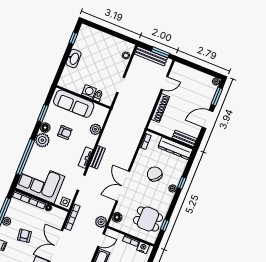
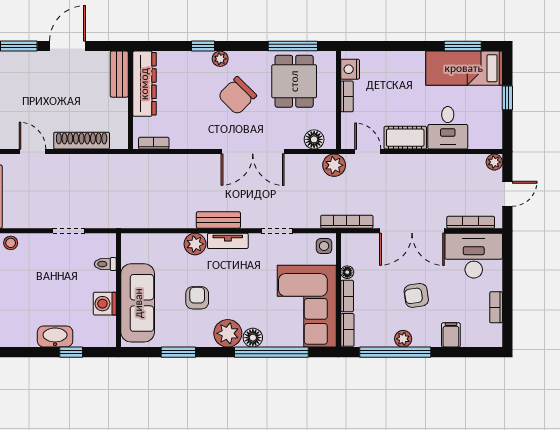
window: (73, 38) -> (71, 352), moved
washing machine: (89, 92) -> (105, 304), moved
door: (207, 119) -> (68, 46), swing flipped
floor lamp: (45, 128) -> (253, 338), moved
plant: (95, 129) -> (195, 244), moved
chair: (155, 174) -> (237, 96), moved
window: (165, 225) -> (293, 46), width x2.17

